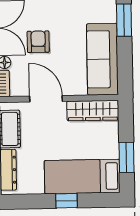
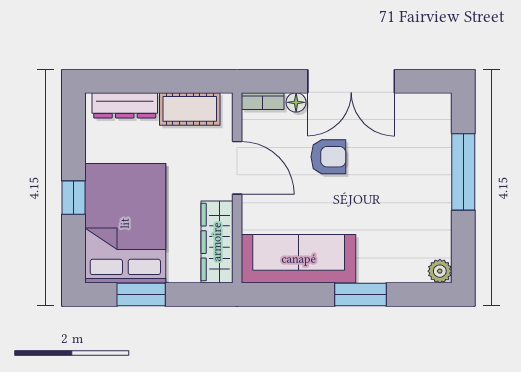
door: (46, 99) -> (237, 168), hinge flipped
bed: (82, 177) -> (125, 223), width x1.50

